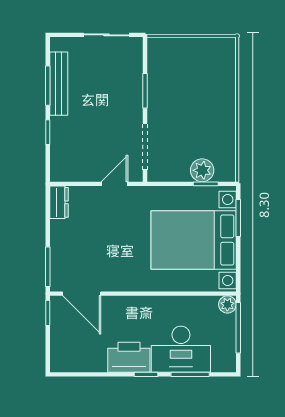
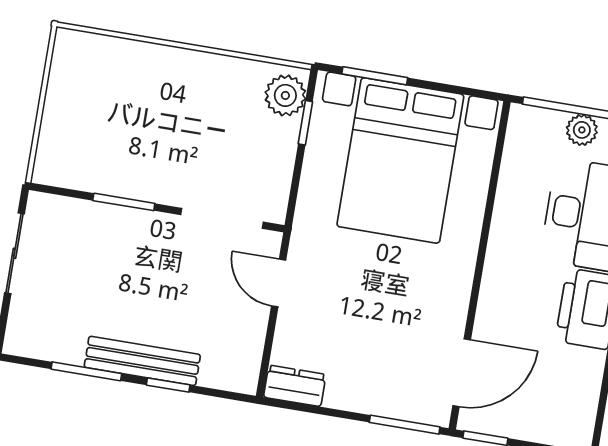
bench: (59, 84) -> (142, 361), moved
plant: (202, 170) -> (285, 95), moved
plant: (227, 304) -> (582, 130), moved

